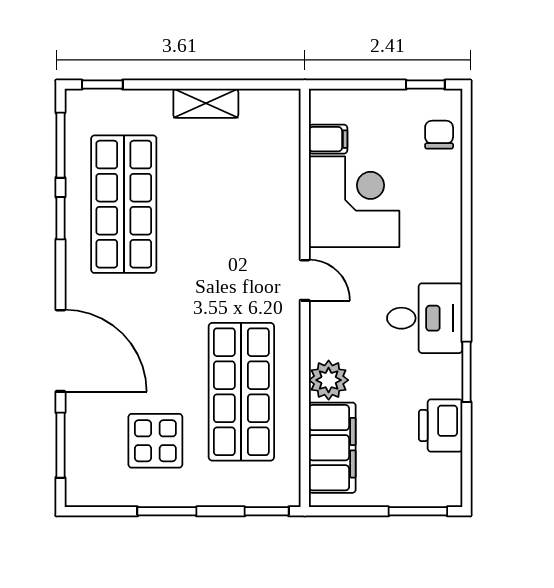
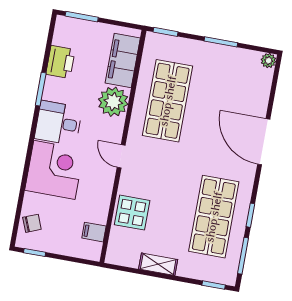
chair: (439, 135) -> (32, 223), turned -112
corner desk: (354, 202) -> (54, 170), moved, turned 180
plant: (329, 380) -> (113, 102), width x1.36, depth x1.36
display table: (155, 441) -> (132, 213), moved
window: (60, 445) -> (273, 89), removed
plant: (78, 494) -> (268, 61), added

